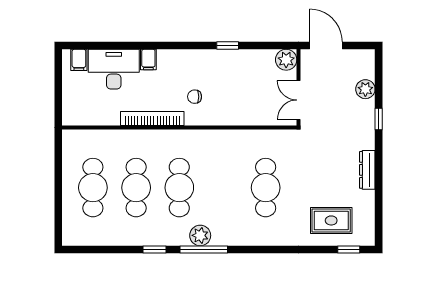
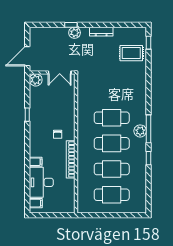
plant: (365, 89) -> (75, 33), moved
cafe table: (266, 188) -> (112, 118), moved
rug: (331, 220) -> (131, 53), turned 90

